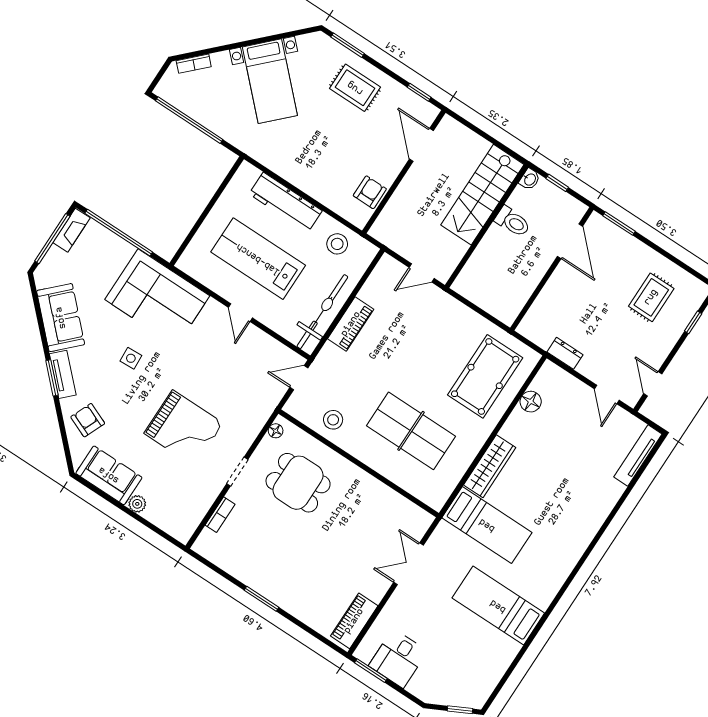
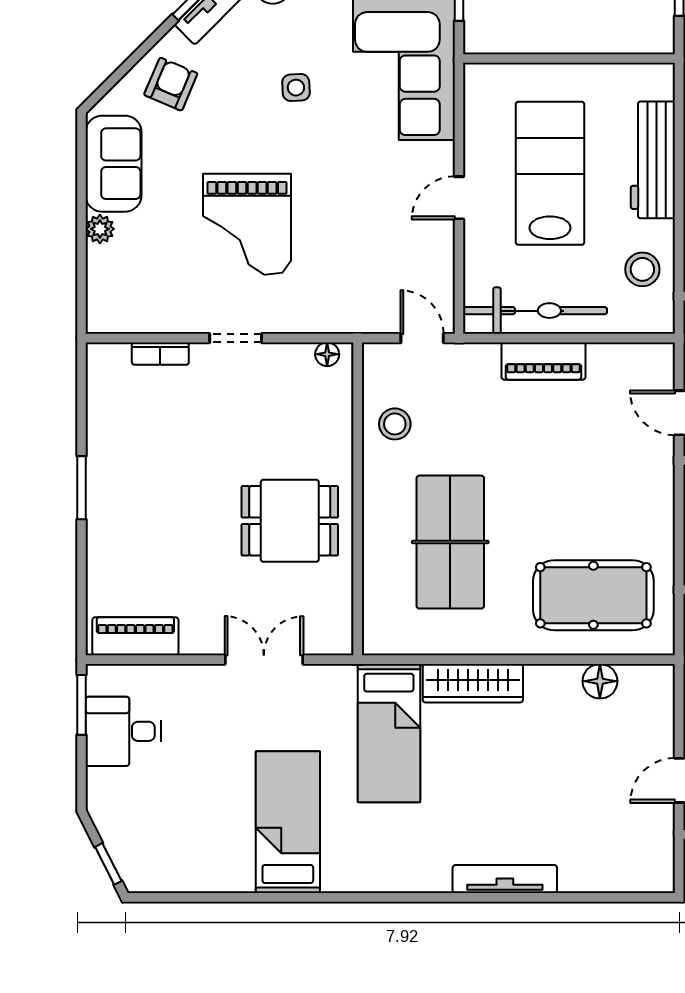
tv unit: (638, 456) -> (505, 879), moved
dining table: (298, 483) -> (290, 521), moved, turned 90

